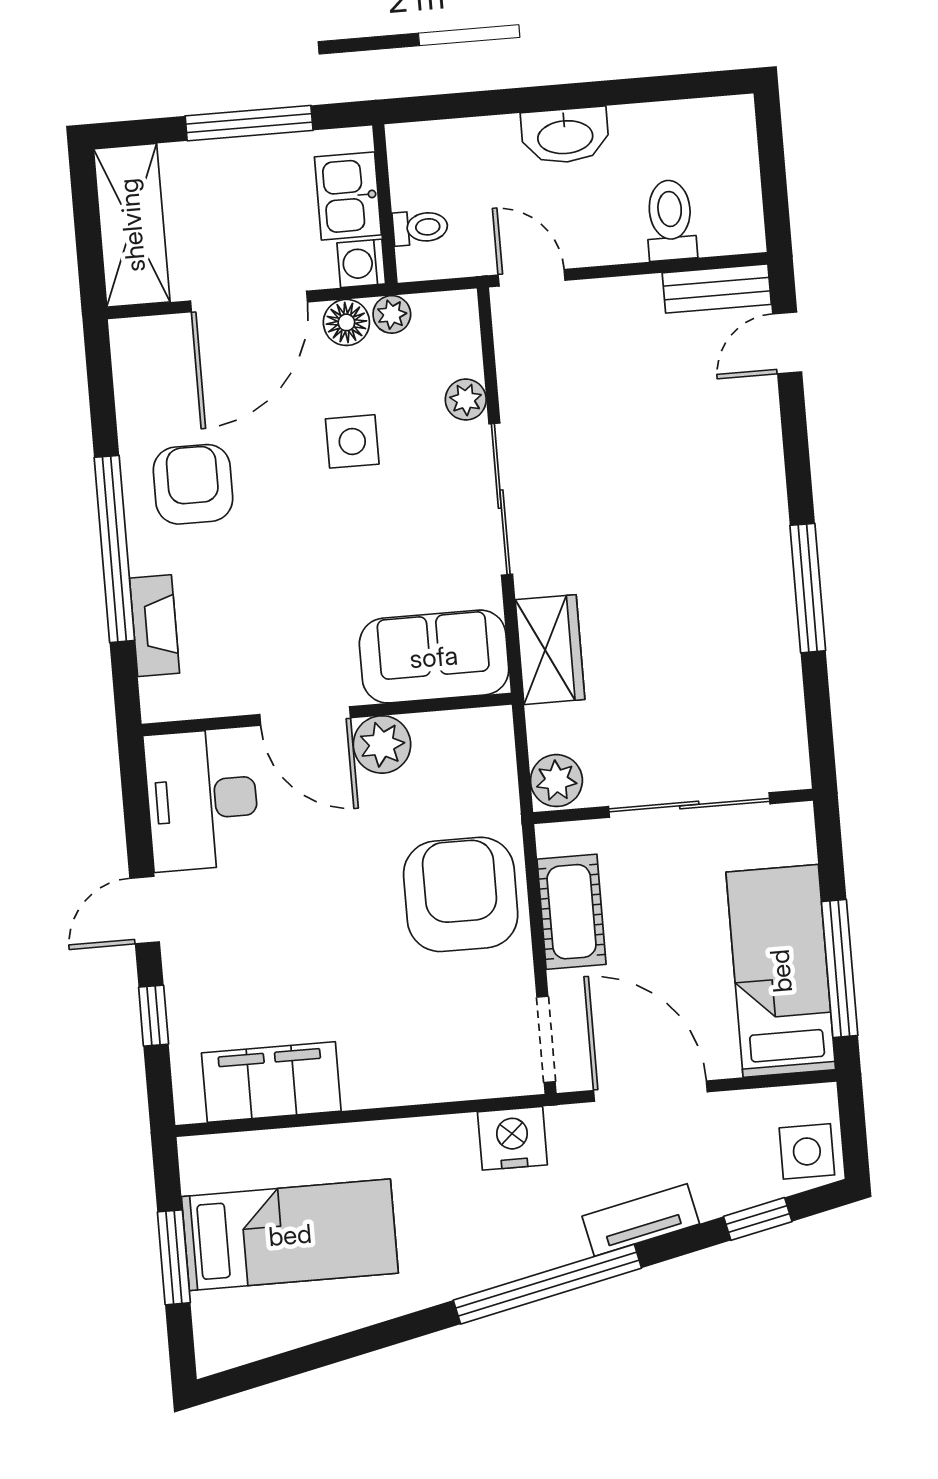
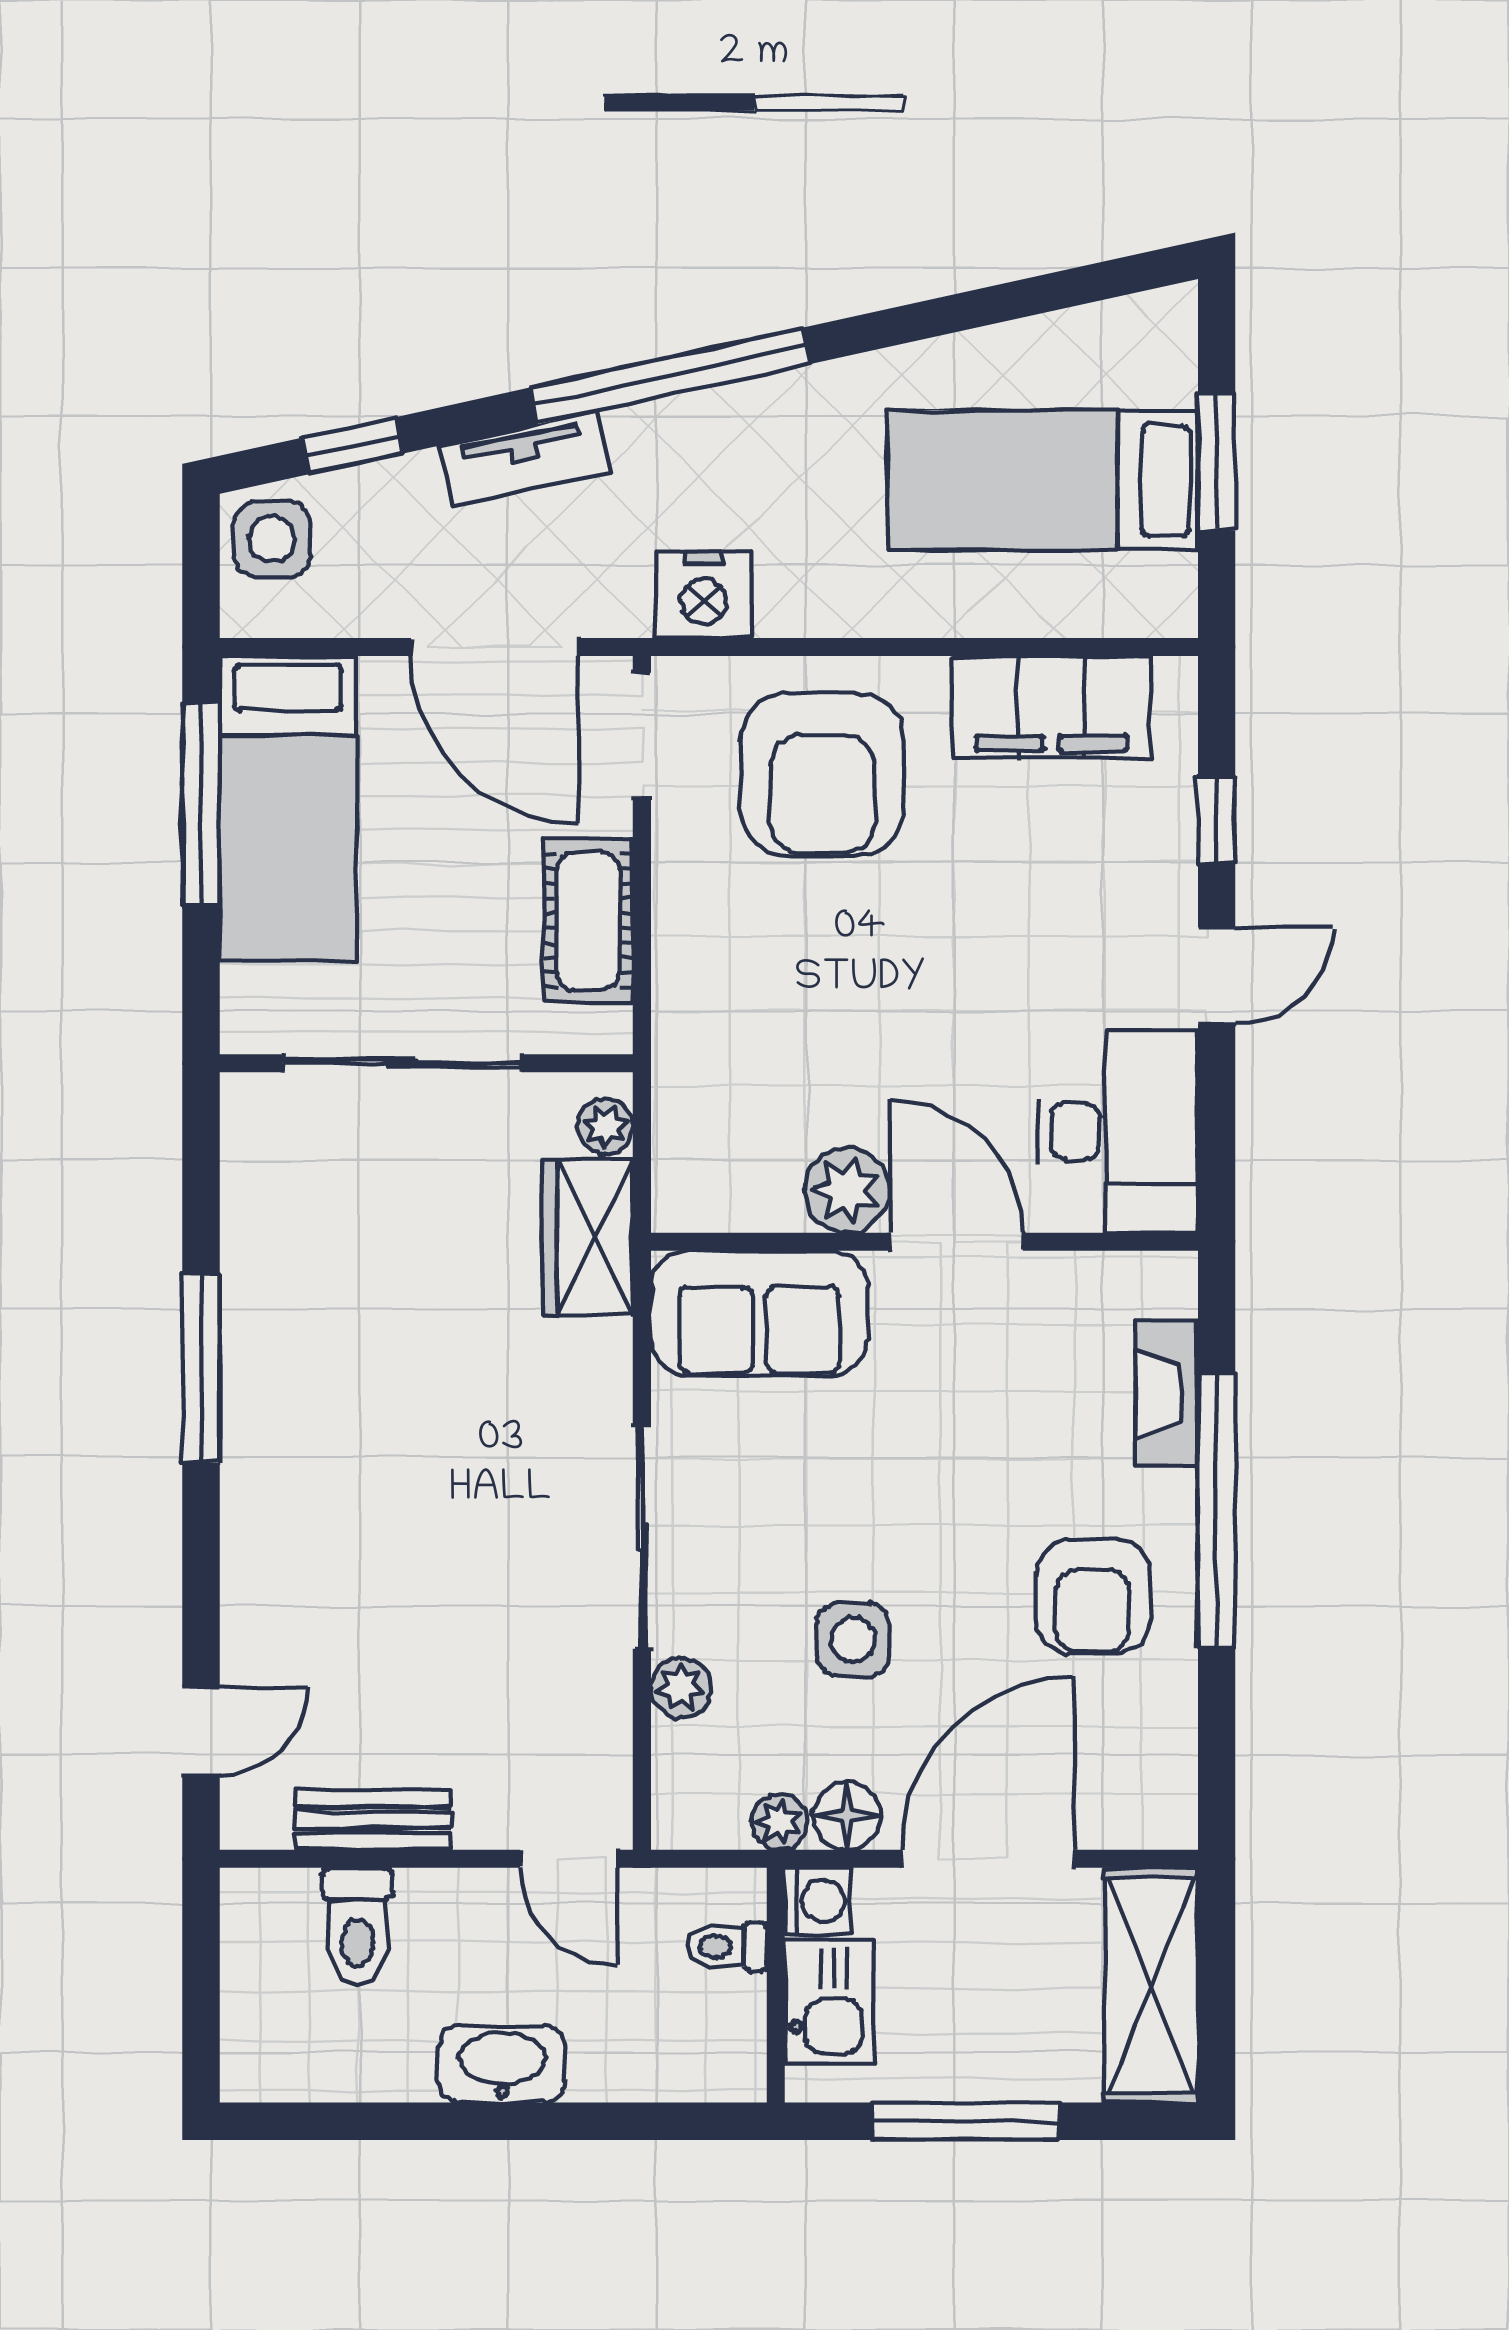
bench: (717, 289) -> (373, 1820), moved
wardrobe: (550, 650) -> (588, 1238), moved
plant: (556, 781) -> (605, 1126), width x0.73, depth x0.73
armchair: (461, 894) -> (822, 775), moved

